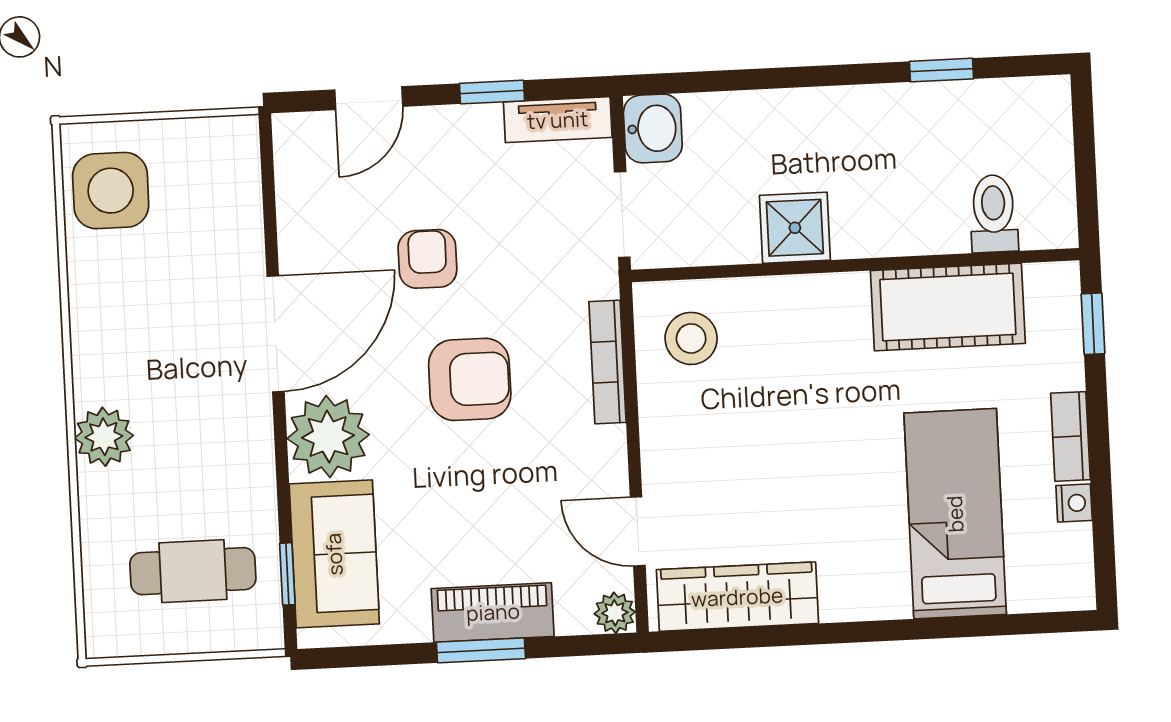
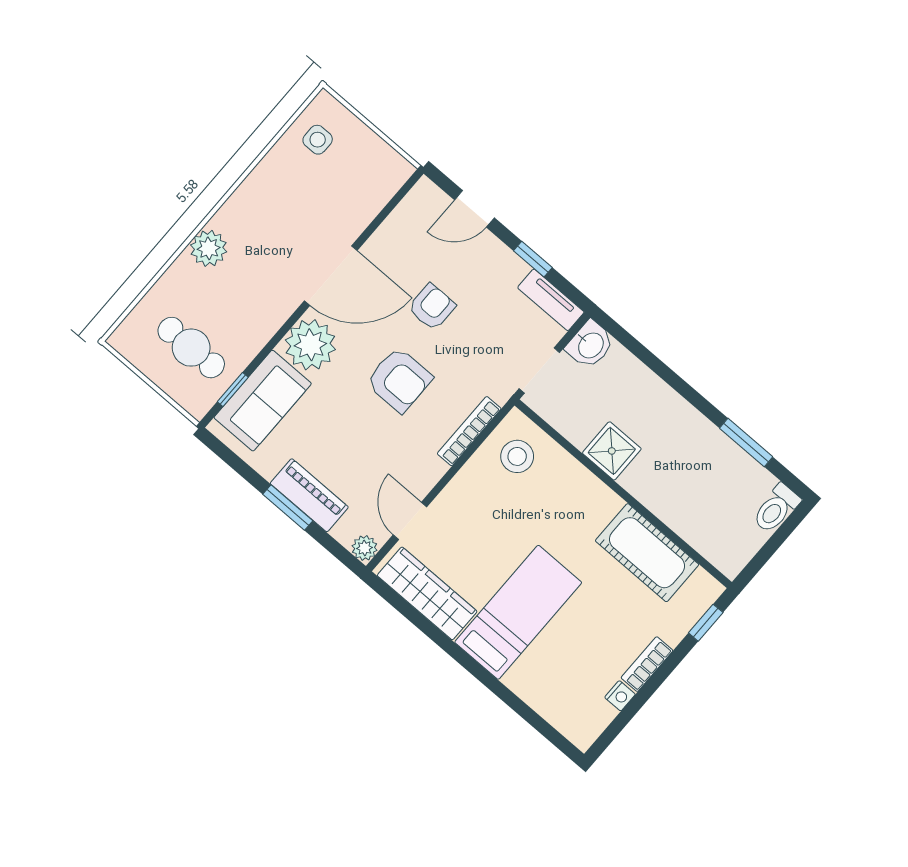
window: (941, 70) -> (746, 442), width x1.50
side table: (111, 191) -> (318, 140), width x0.54, depth x0.54
toilet: (994, 214) -> (776, 509), moved, turned 180
bed: (955, 514) -> (518, 612), moved

